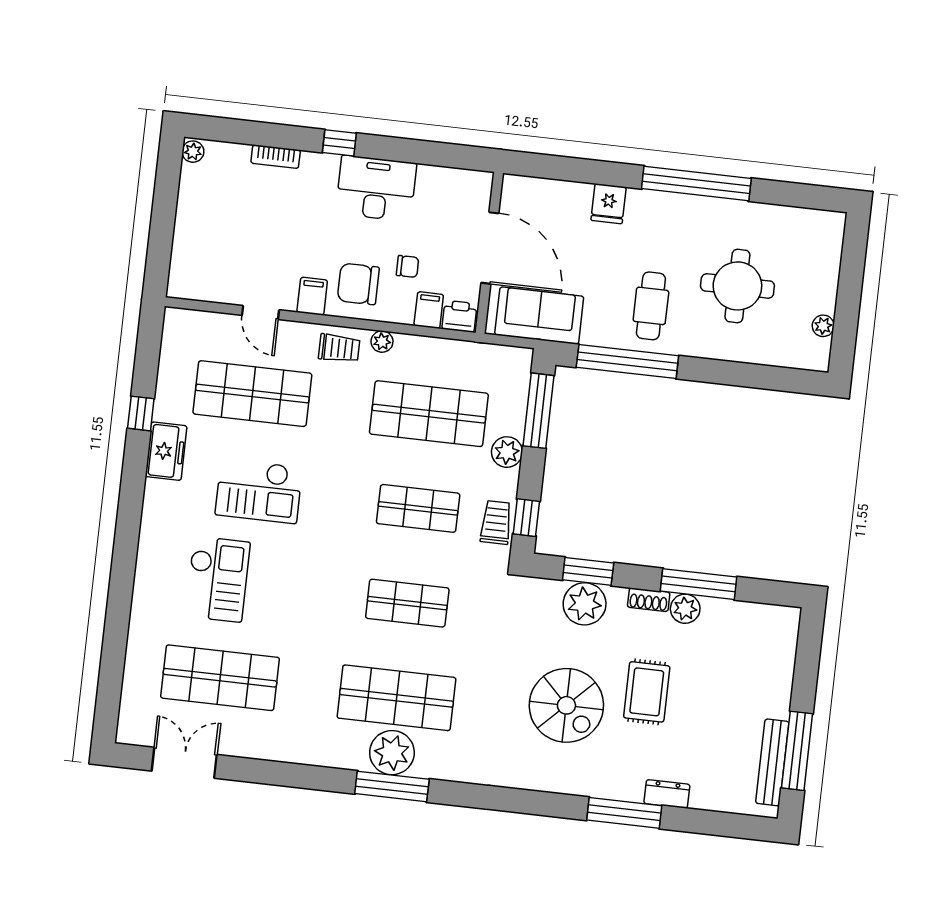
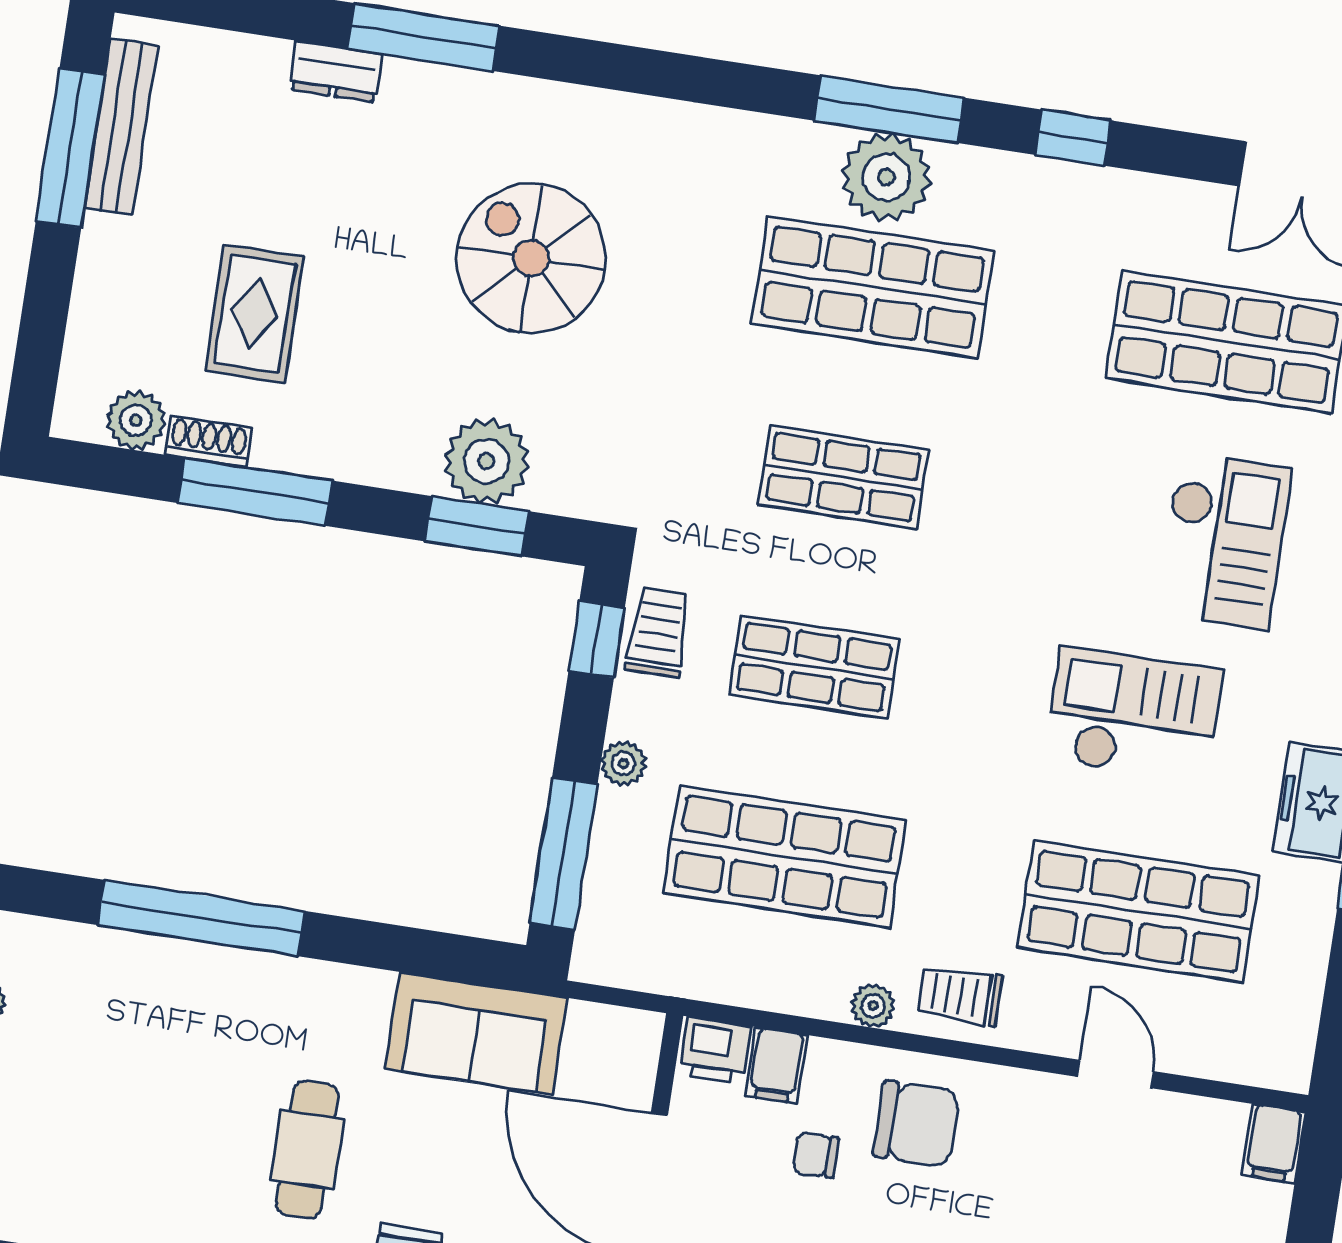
round table: (737, 286) -> (153, 1089), removed
filing cabinet: (312, 296) -> (1273, 1144), moved
cafe table: (651, 306) -> (307, 1150), moved
sofa: (539, 316) -> (476, 1033), moved
window: (627, 361) -> (201, 918), moved
plant: (507, 452) -> (623, 763), width x0.73, depth x0.73
trolley: (496, 522) -> (658, 632), turned 180
checkout: (218, 579) -> (1224, 541), turned 180
shoe rack: (649, 600) -> (209, 441), moved
plant: (685, 609) -> (136, 420), moved
rug: (647, 692) -> (254, 314), moved
window: (300, 776) -> (1073, 138), added

